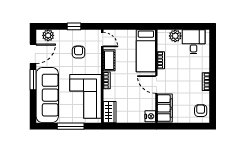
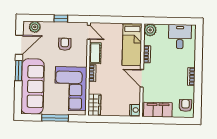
plant: (175, 36) -> (150, 30), moved
filing cabinet: (165, 108) -> (158, 110), moved, turned -90

